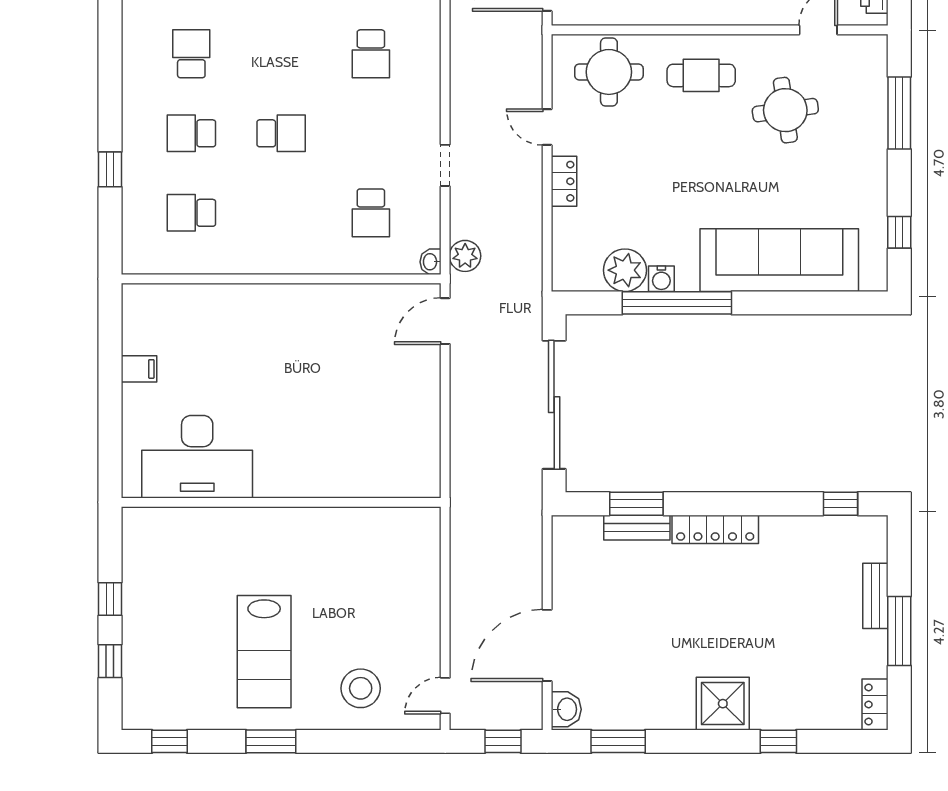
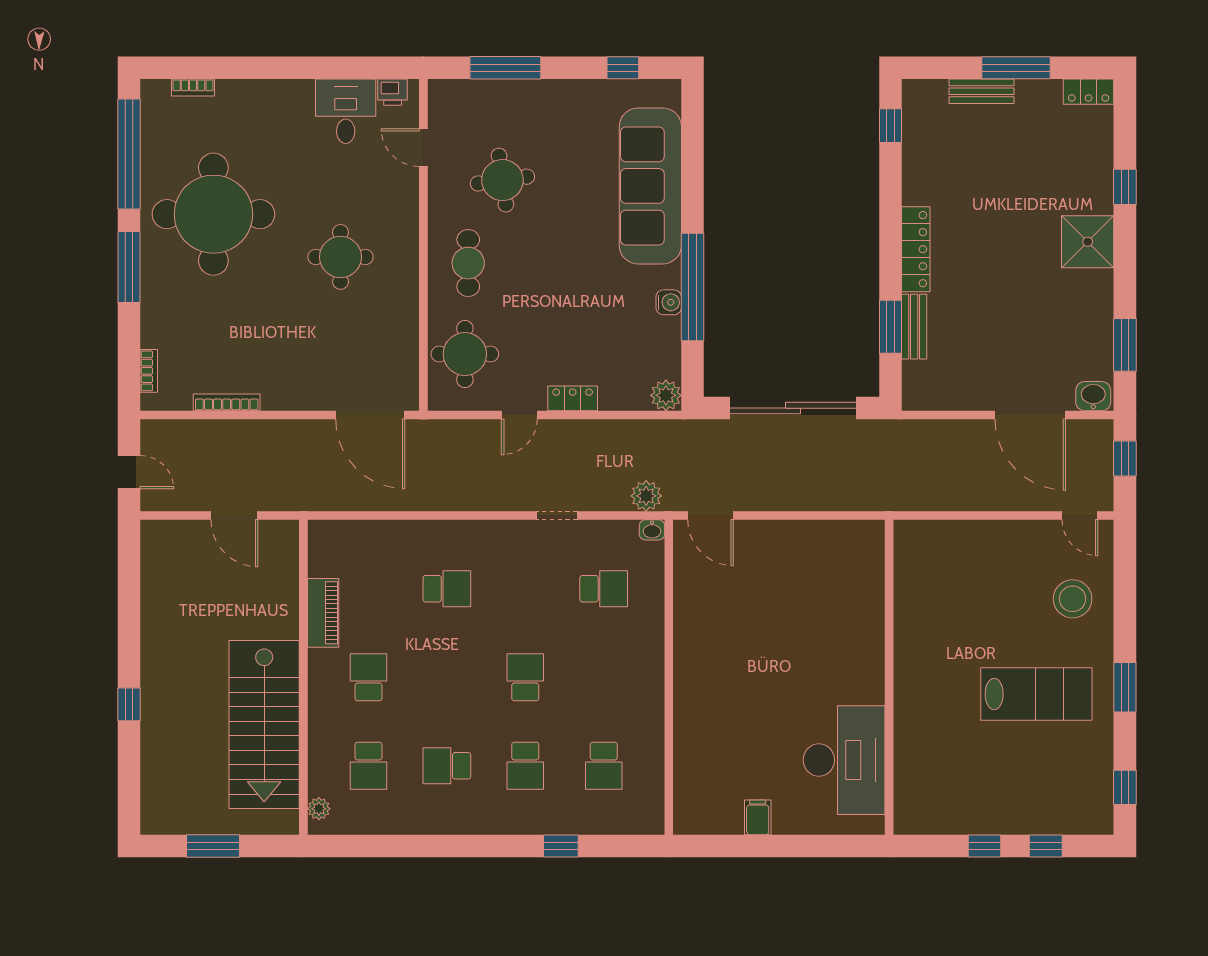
plant: (625, 270) -> (666, 395), moved, width x0.73, depth x0.73

